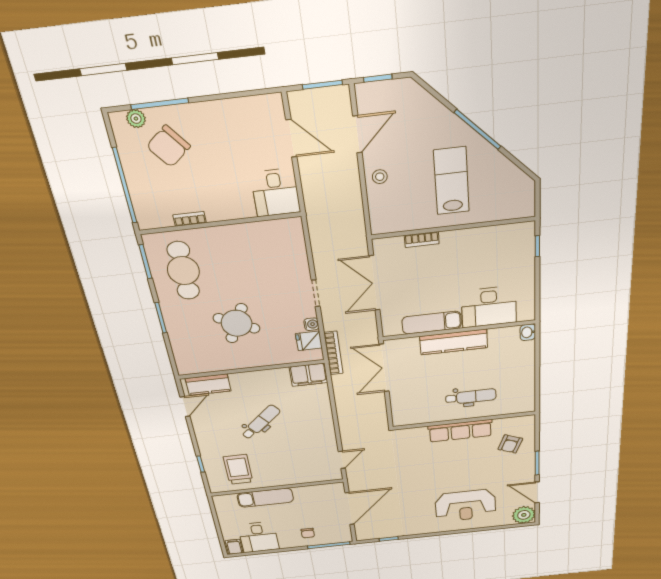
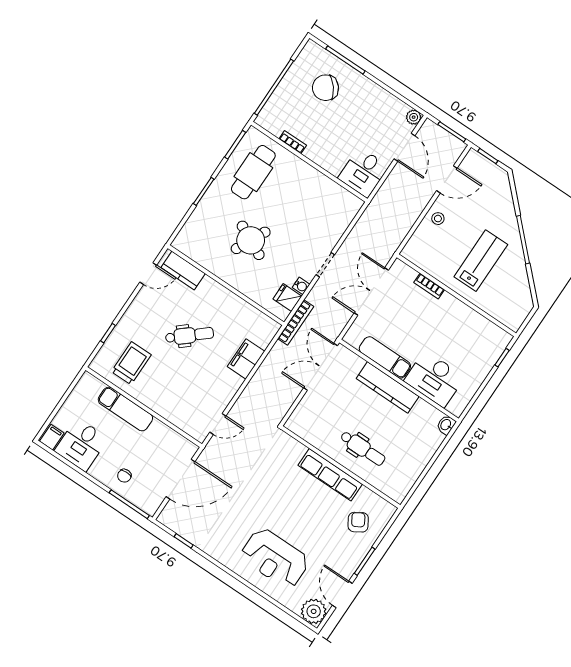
plant: (136, 119) -> (414, 117), moved
filing cabinet: (309, 375) -> (246, 359), moved, turned 90
armchair: (510, 444) -> (358, 522), turned 127

